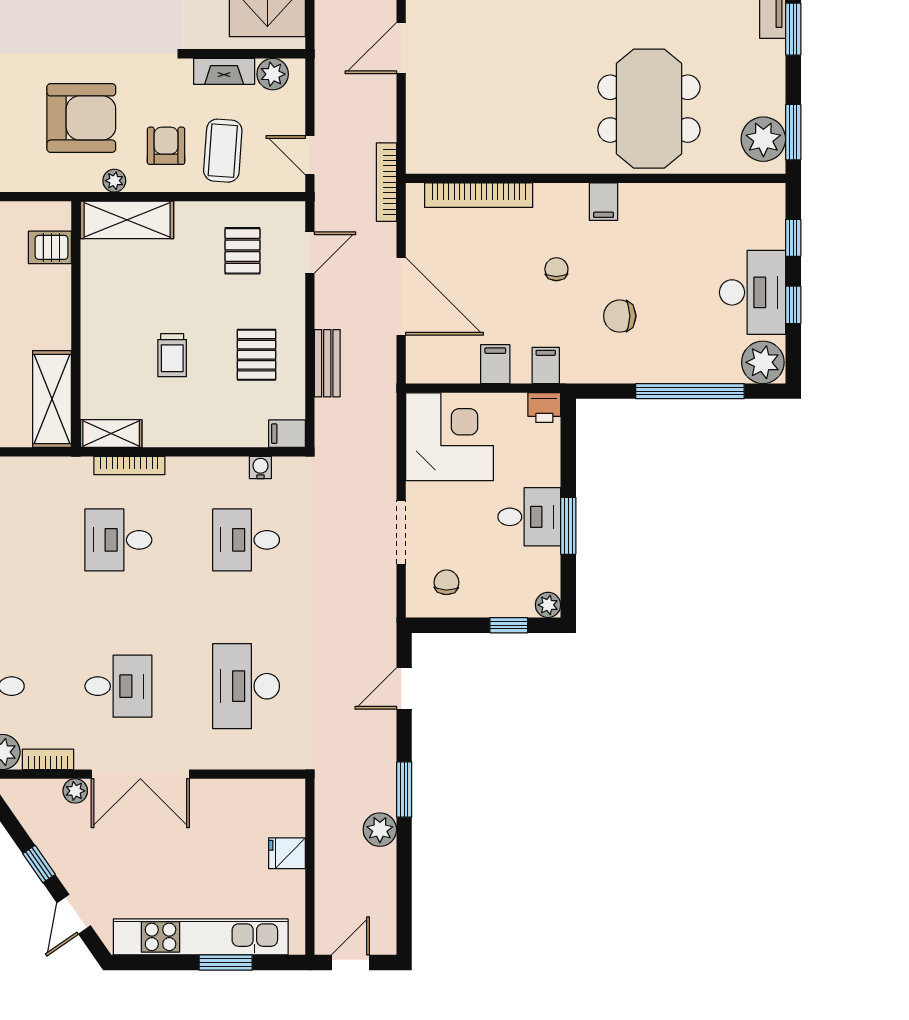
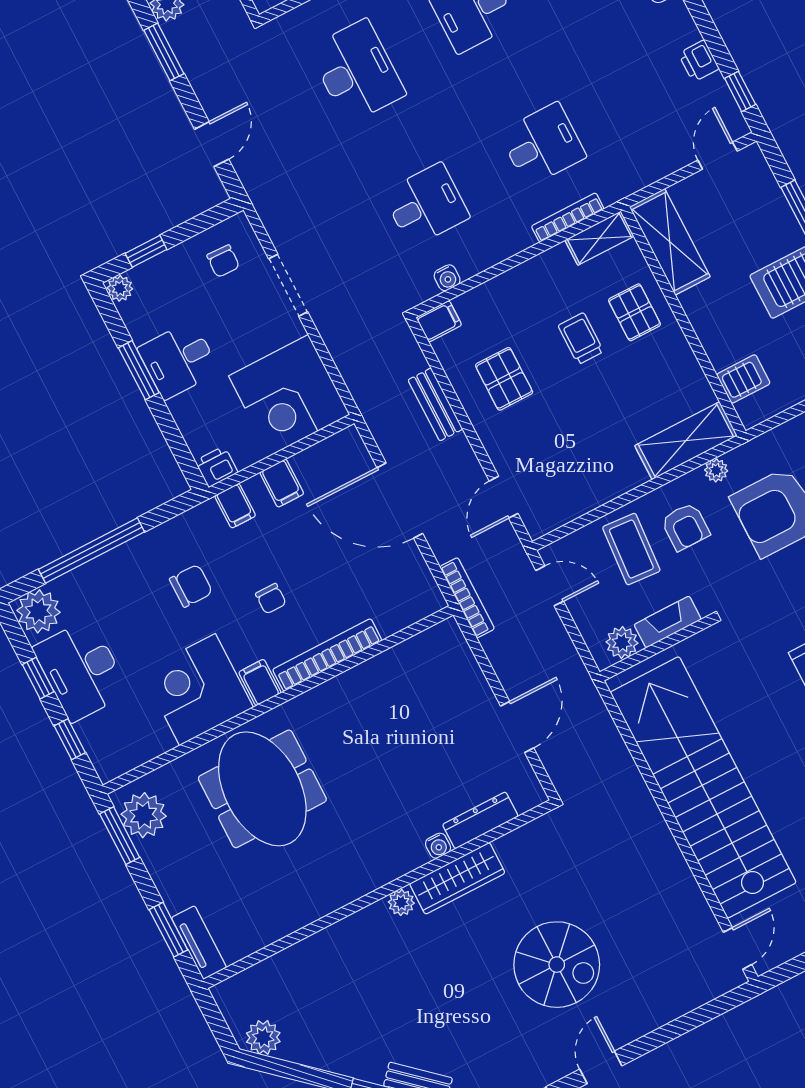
bookcase: (479, 195) -> (327, 655), moved
corner desk: (661, 224) -> (197, 690), added
pallet: (242, 251) -> (634, 312), moved

